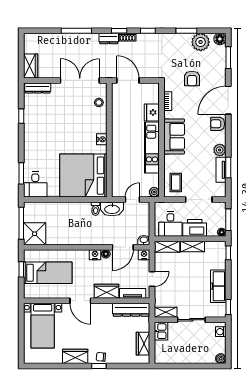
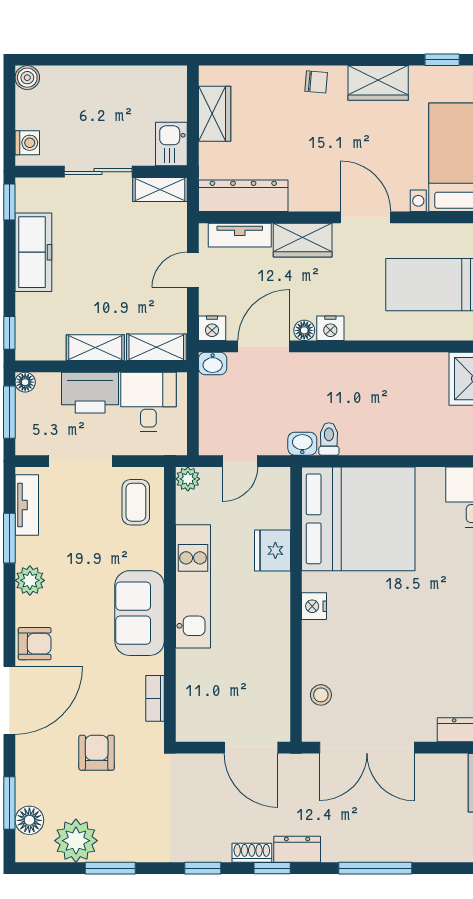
floor lamp: (220, 39) -> (29, 820), moved
fridge: (152, 112) -> (272, 550), moved, turned 180
tv unit: (221, 170) -> (27, 505), moved
washbasin: (112, 209) -> (302, 444), width x0.52, depth x0.69
window: (99, 366) -> (442, 60), moved

